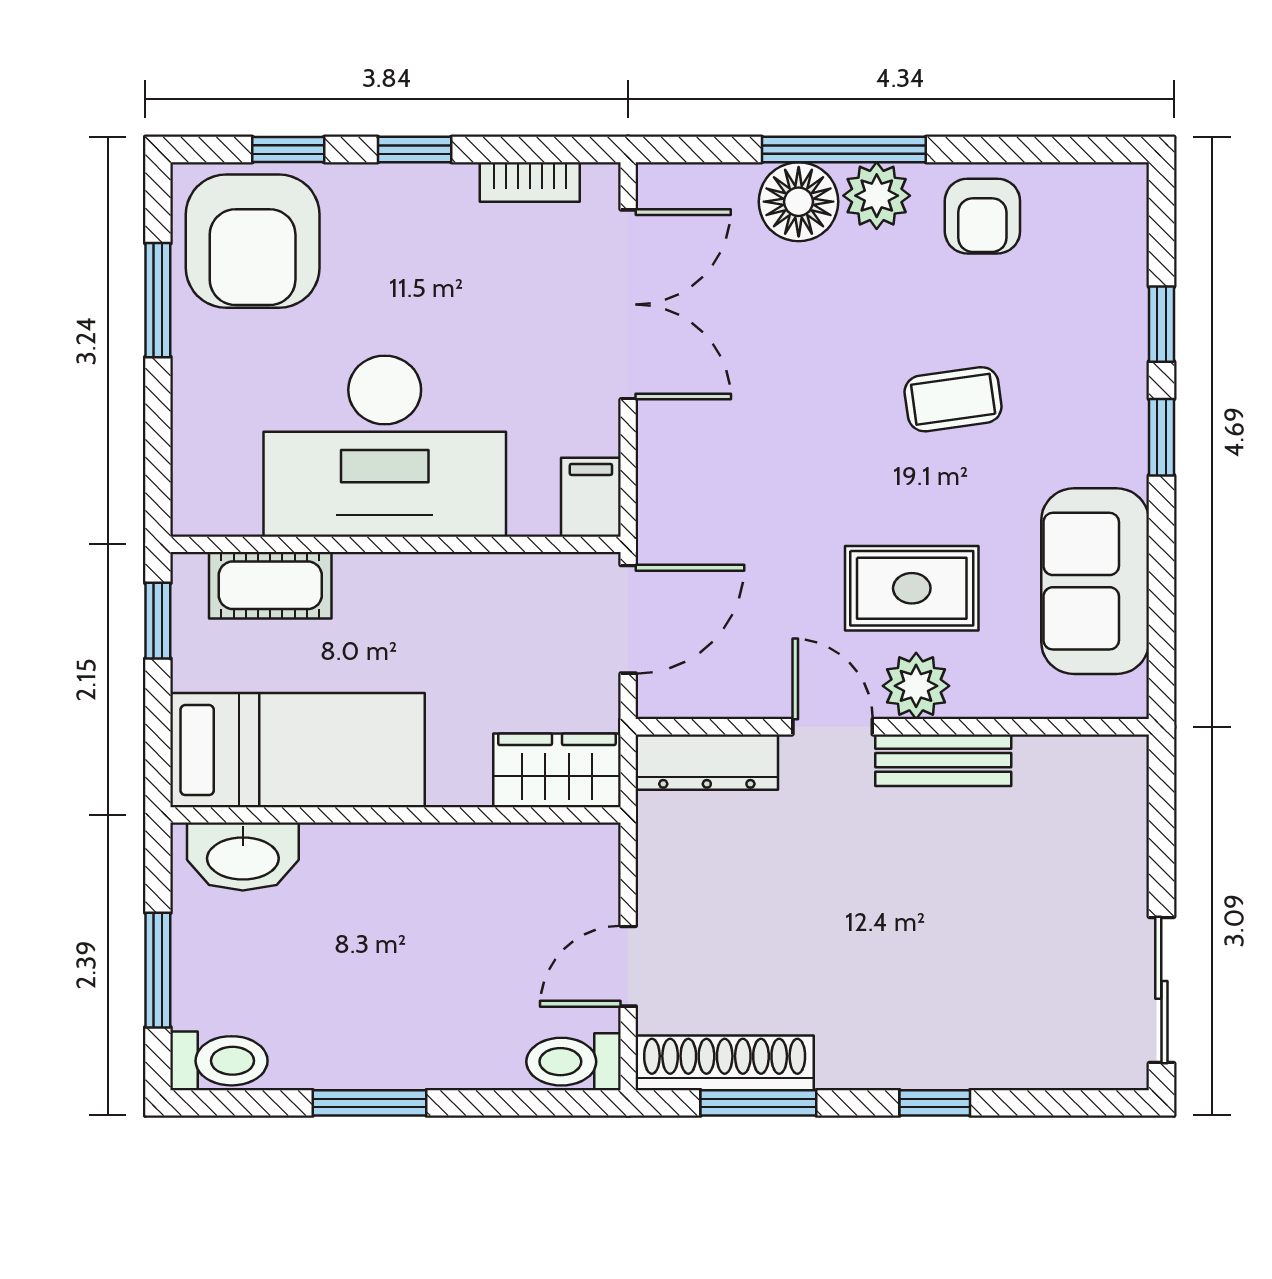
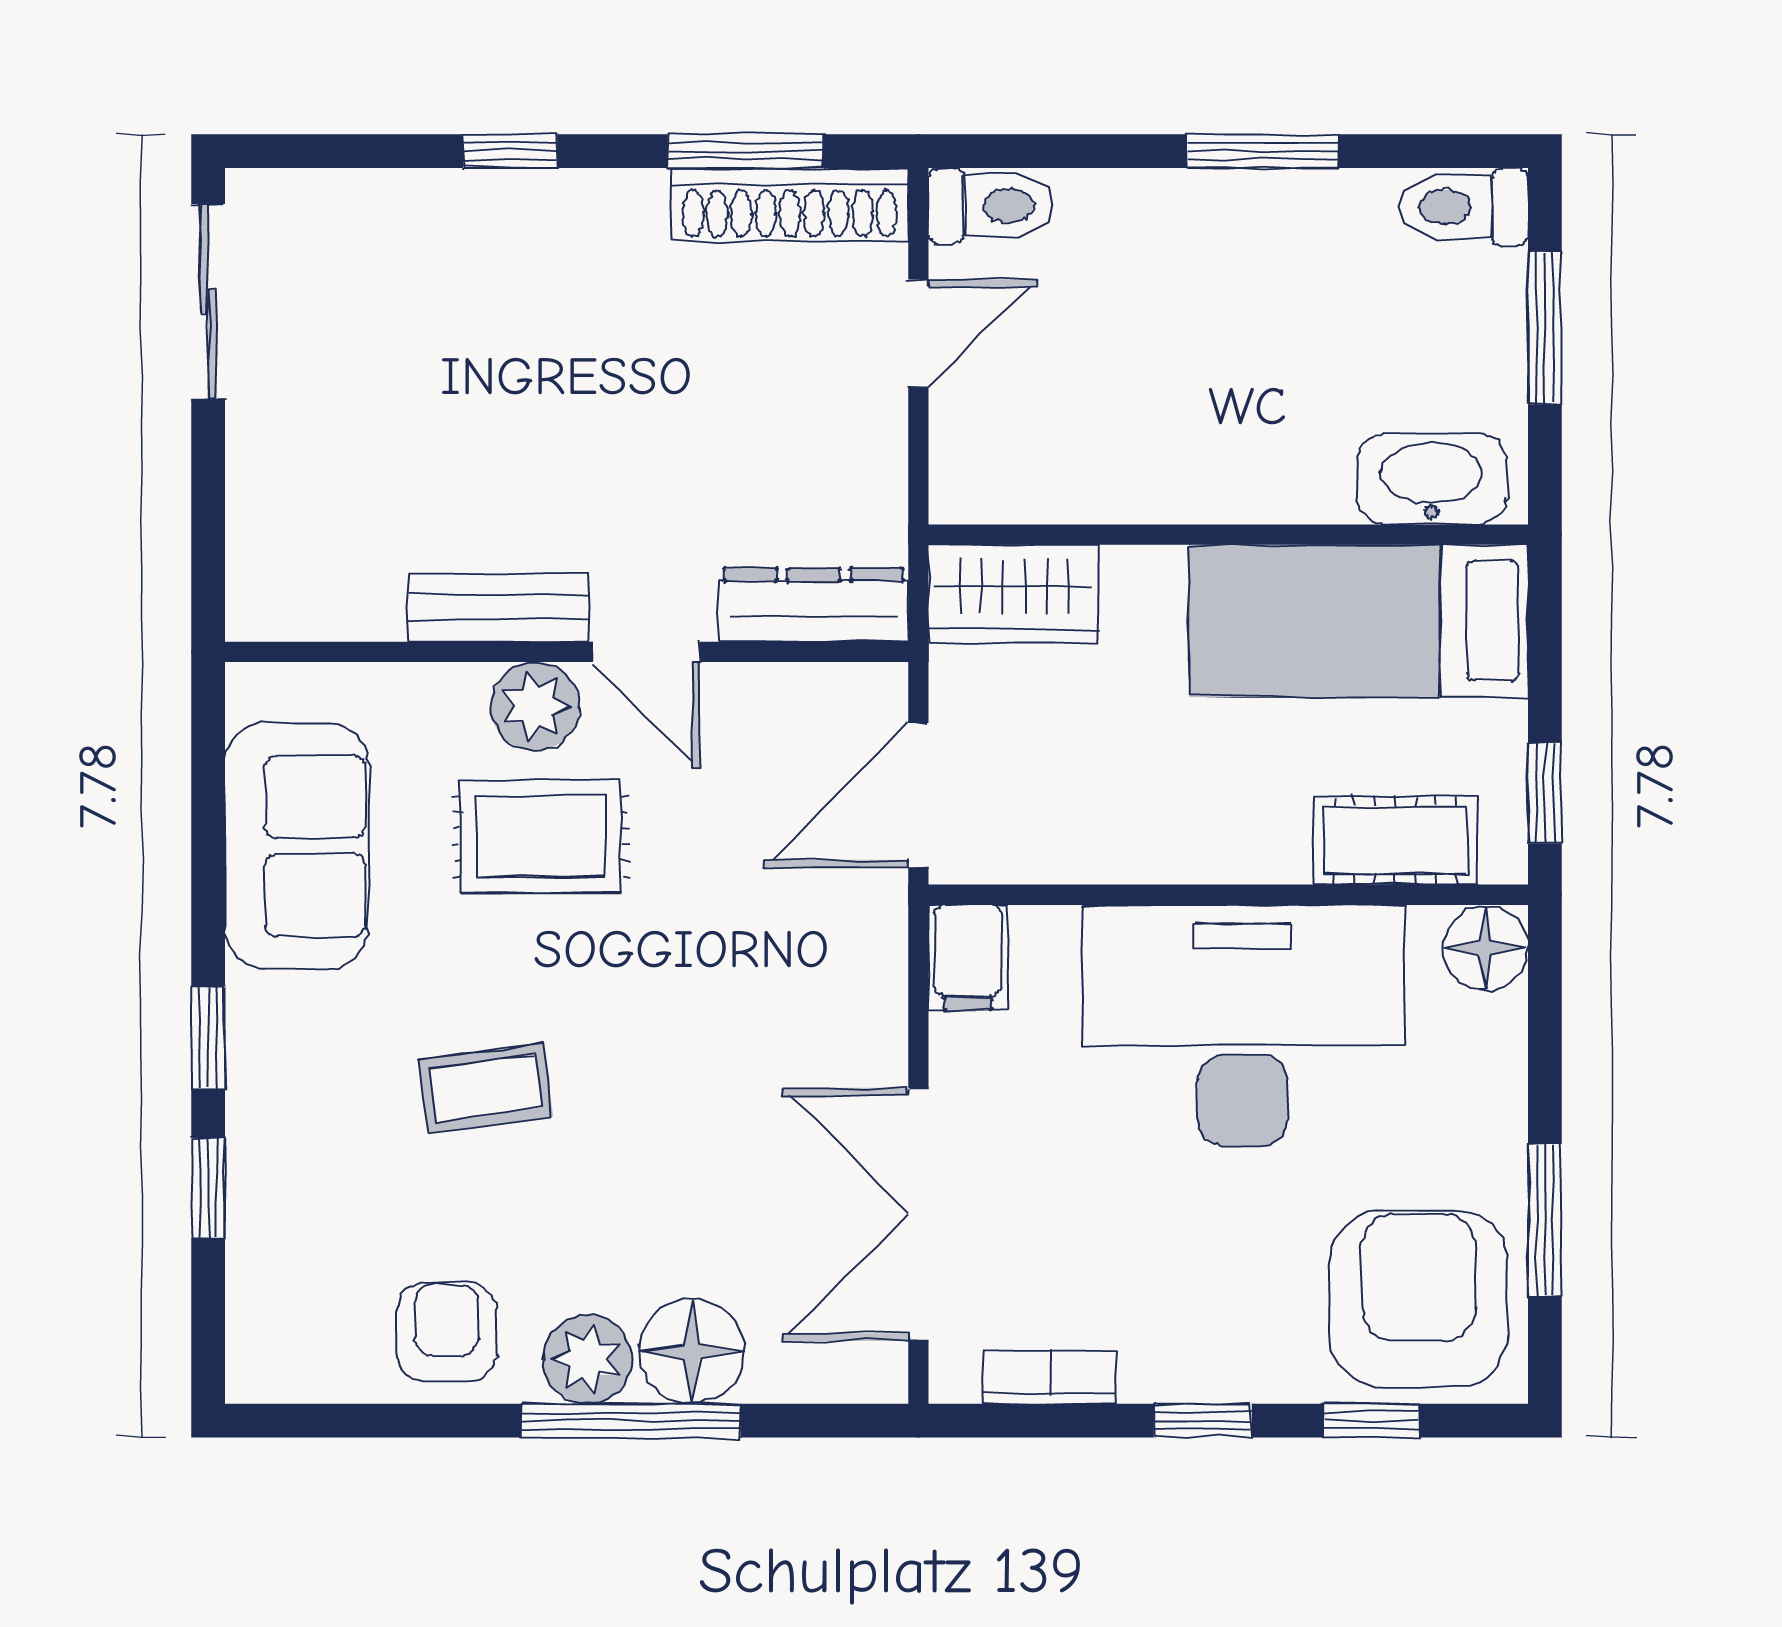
floor lamp: (202, 504) -> (1486, 948), added

